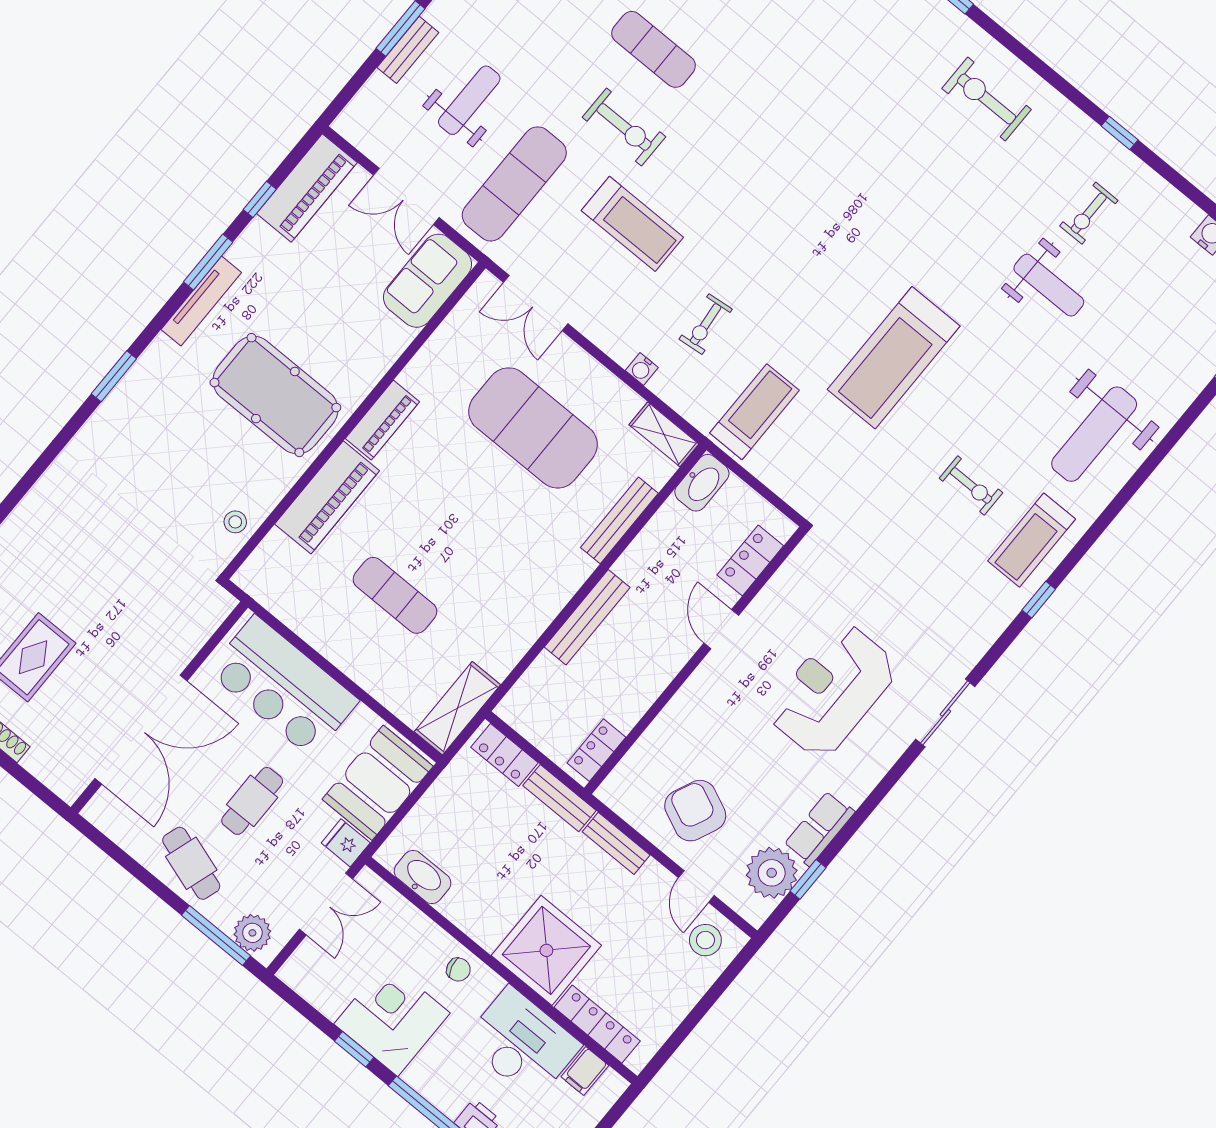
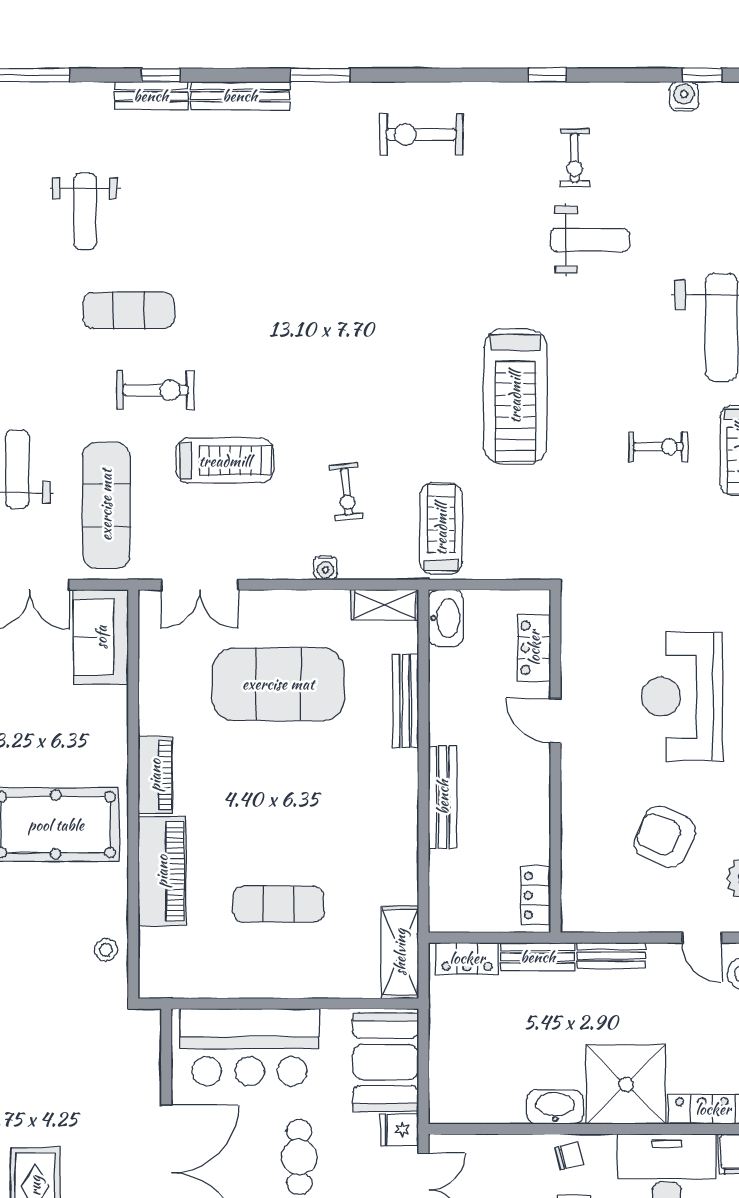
armchair: (695, 811) -> (665, 837), moved
washbasin: (423, 877) -> (555, 1107), moved

